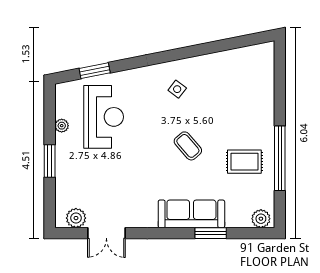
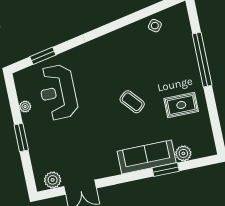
side table: (177, 89) -> (155, 26), moved
reception desk: (104, 117) -> (58, 92), turned 180
window: (280, 158) -> (202, 60), moved
plant: (261, 219) -> (183, 153), moved

